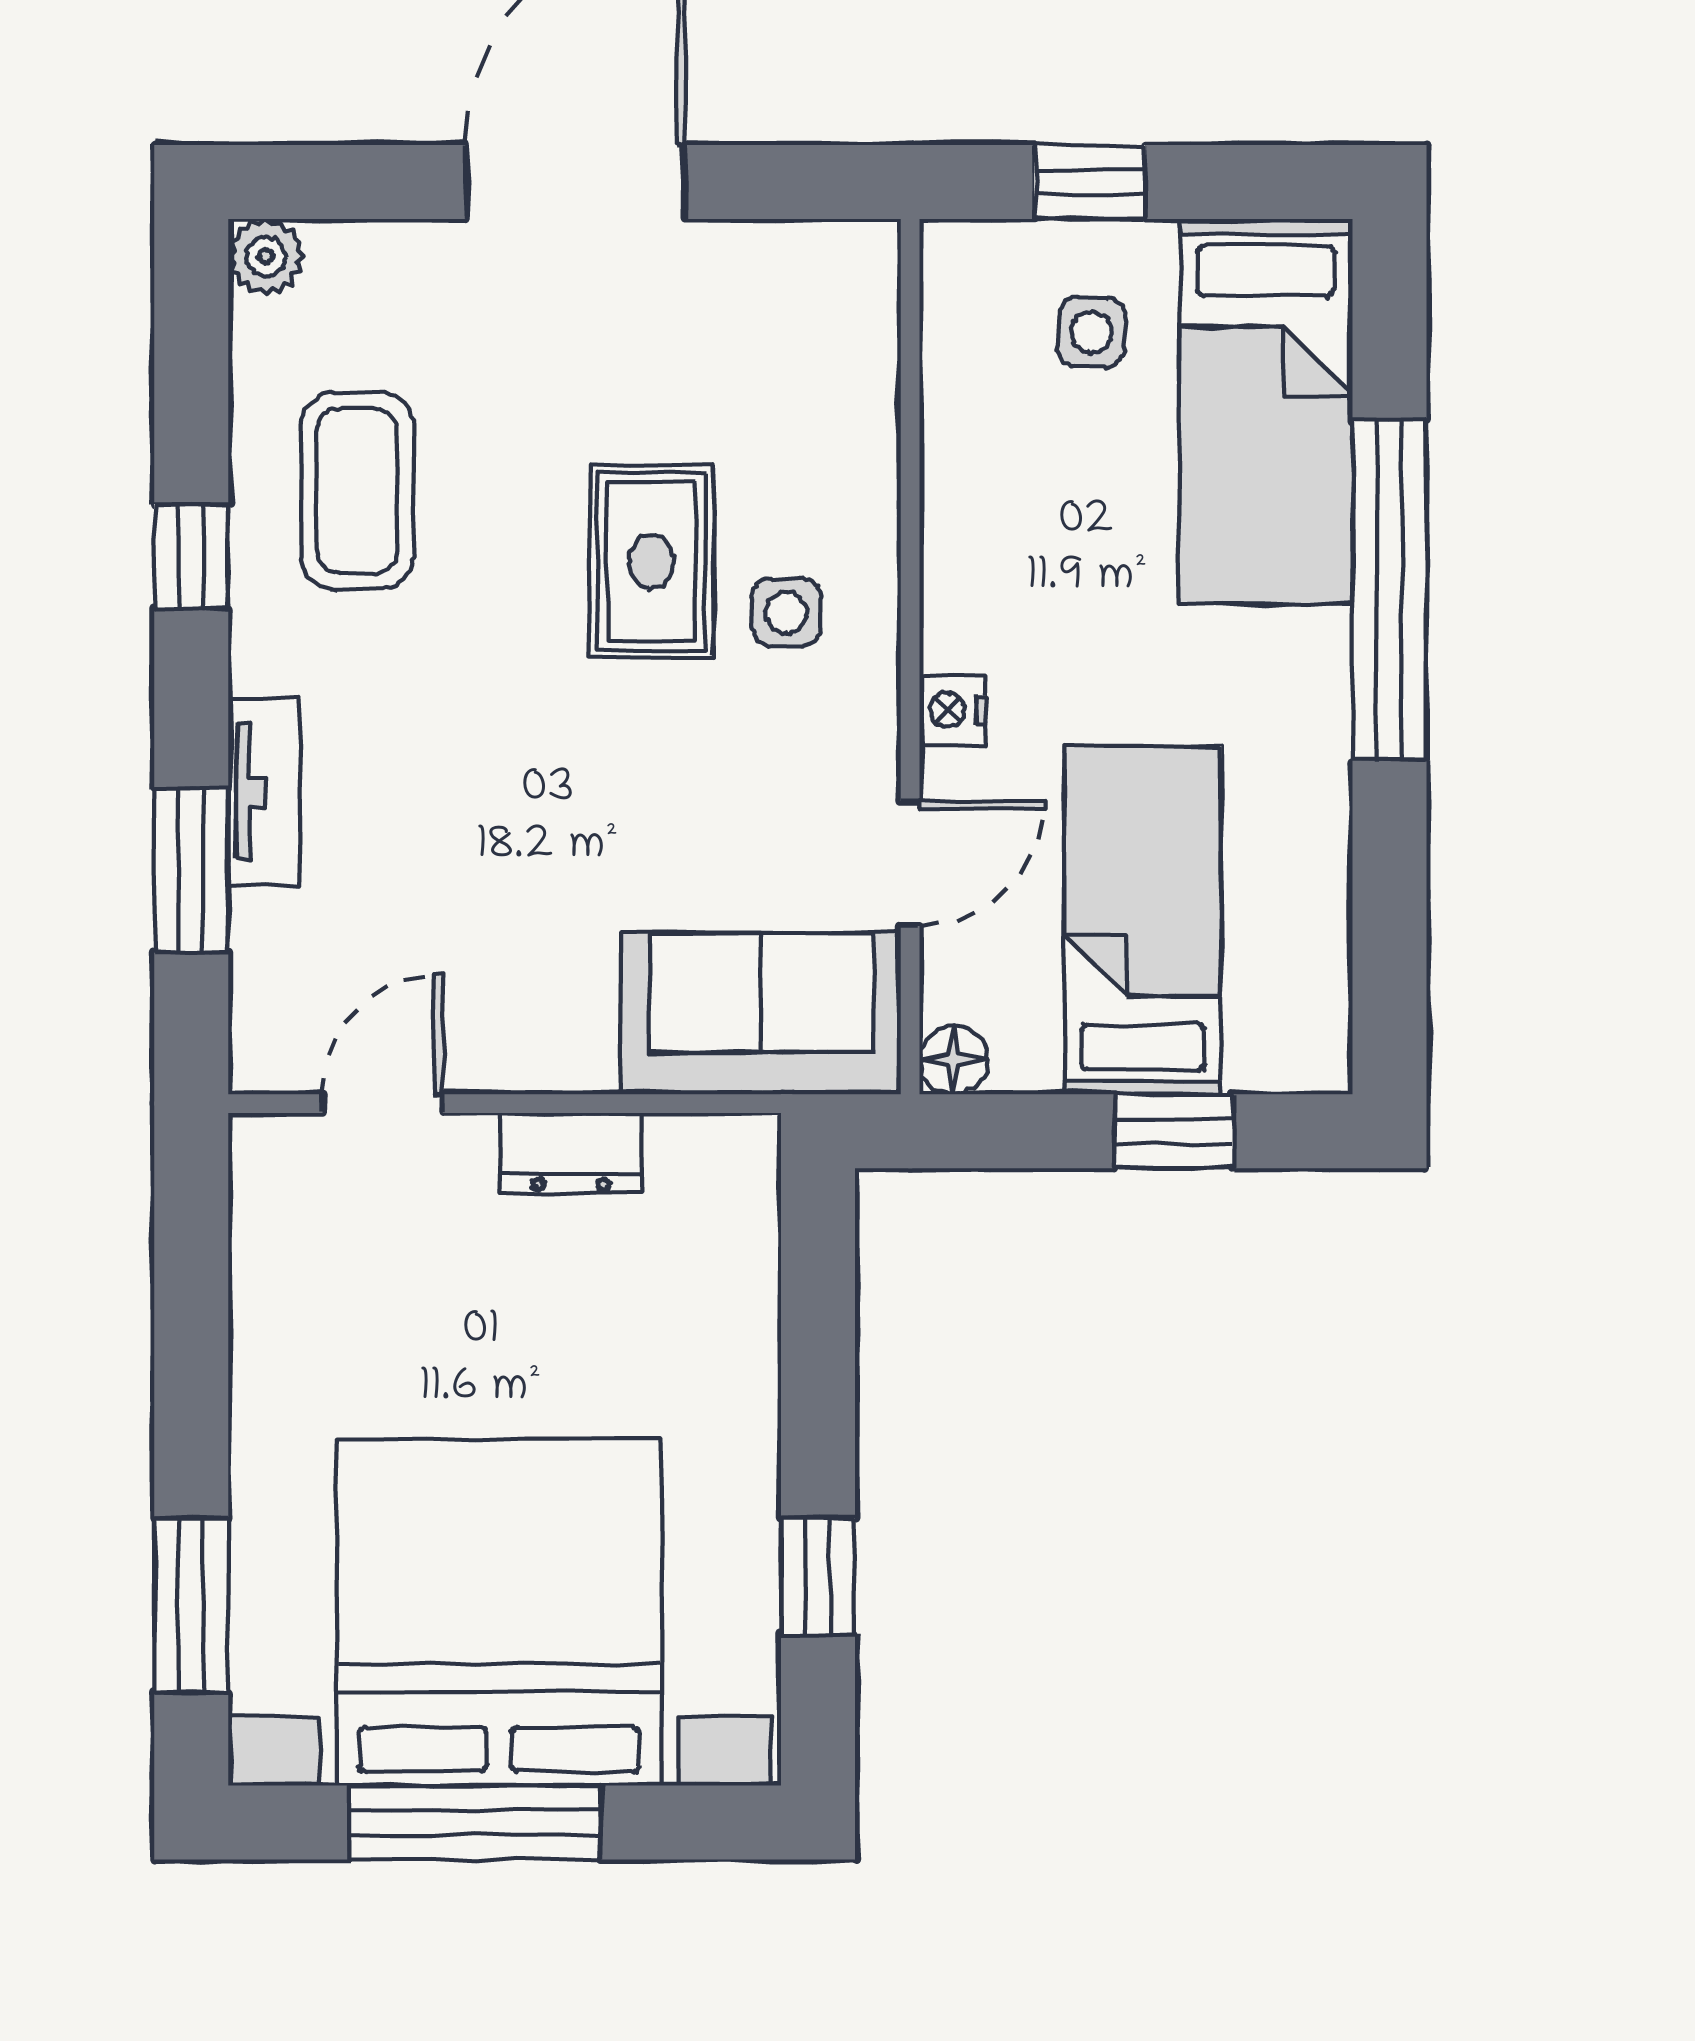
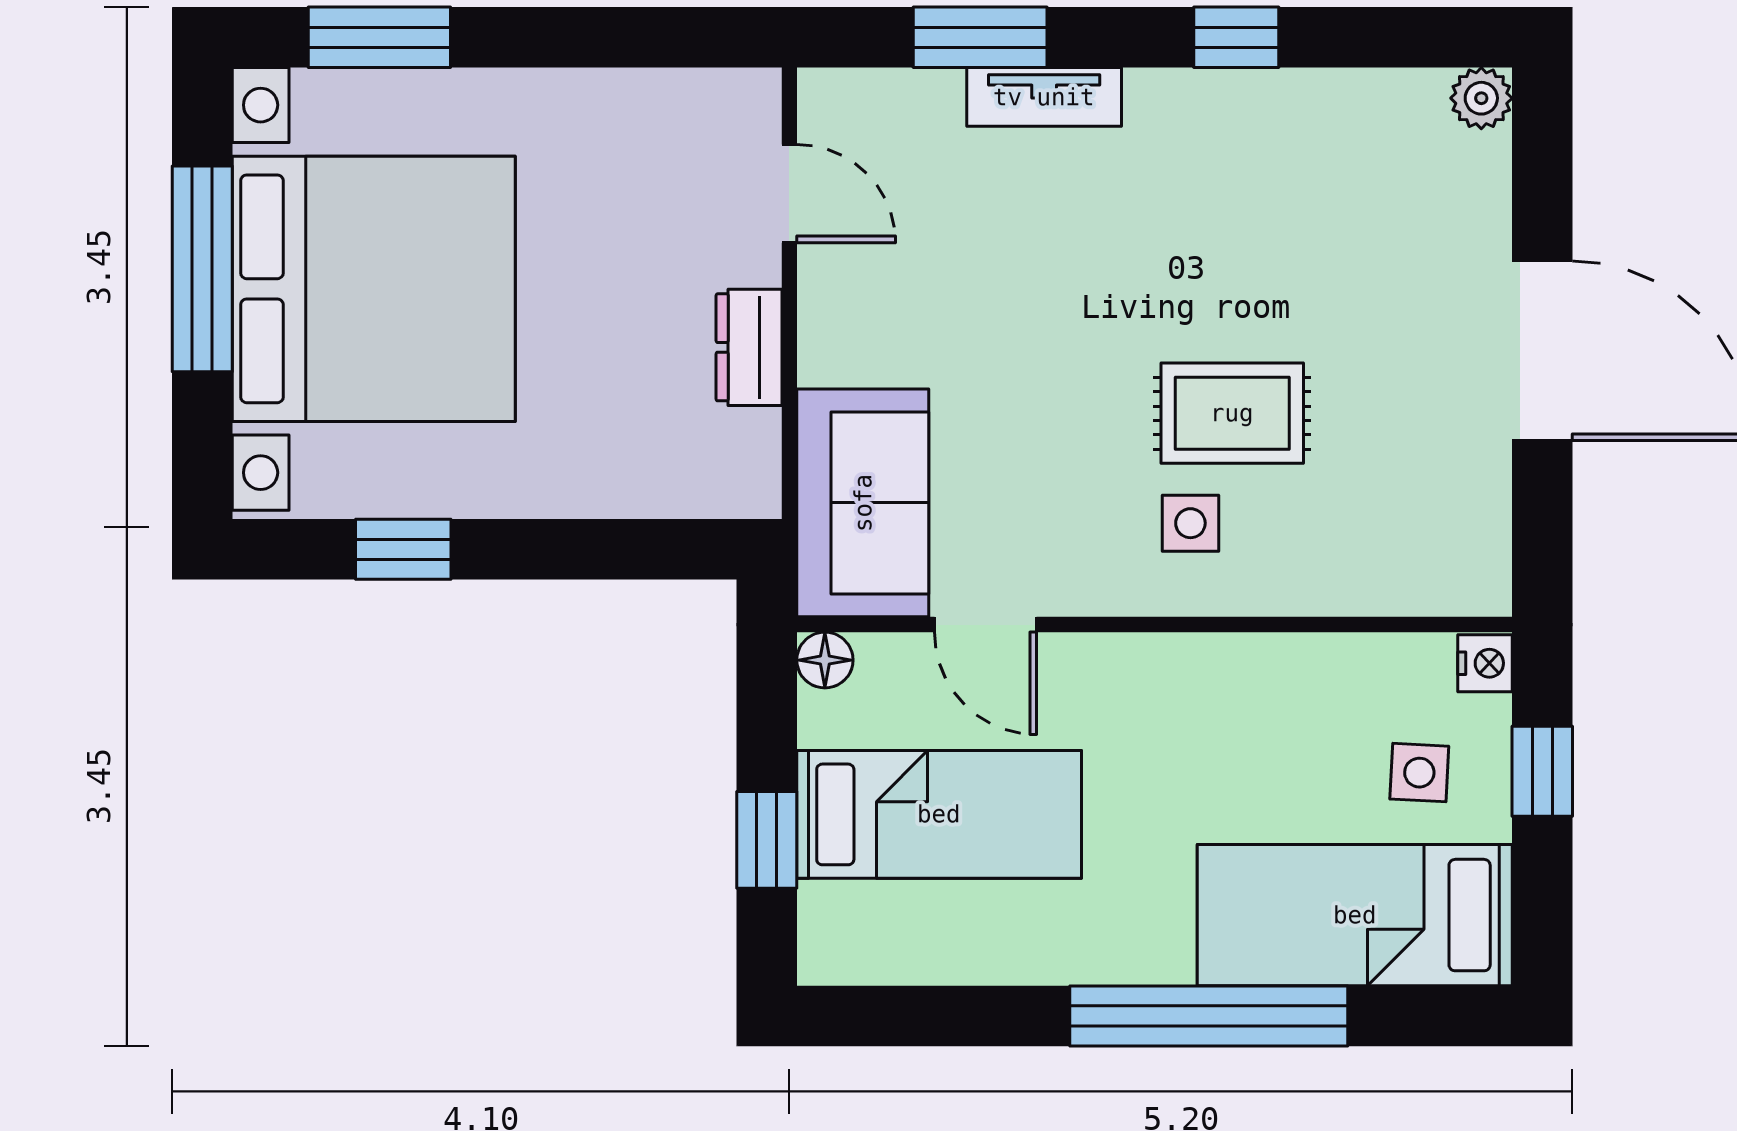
coffee table: (357, 491) -> (1290, 173), removed
nightstand: (952, 710) -> (1485, 663), moved, turned 90

